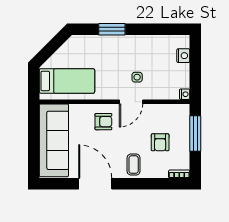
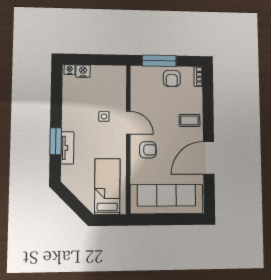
tv unit: (105, 41) -> (67, 148), added
nightstand: (185, 94) -> (70, 70), moved
armchair: (103, 122) -> (148, 150), turned 90
armchair: (160, 142) -> (172, 78), moved, turned 90

